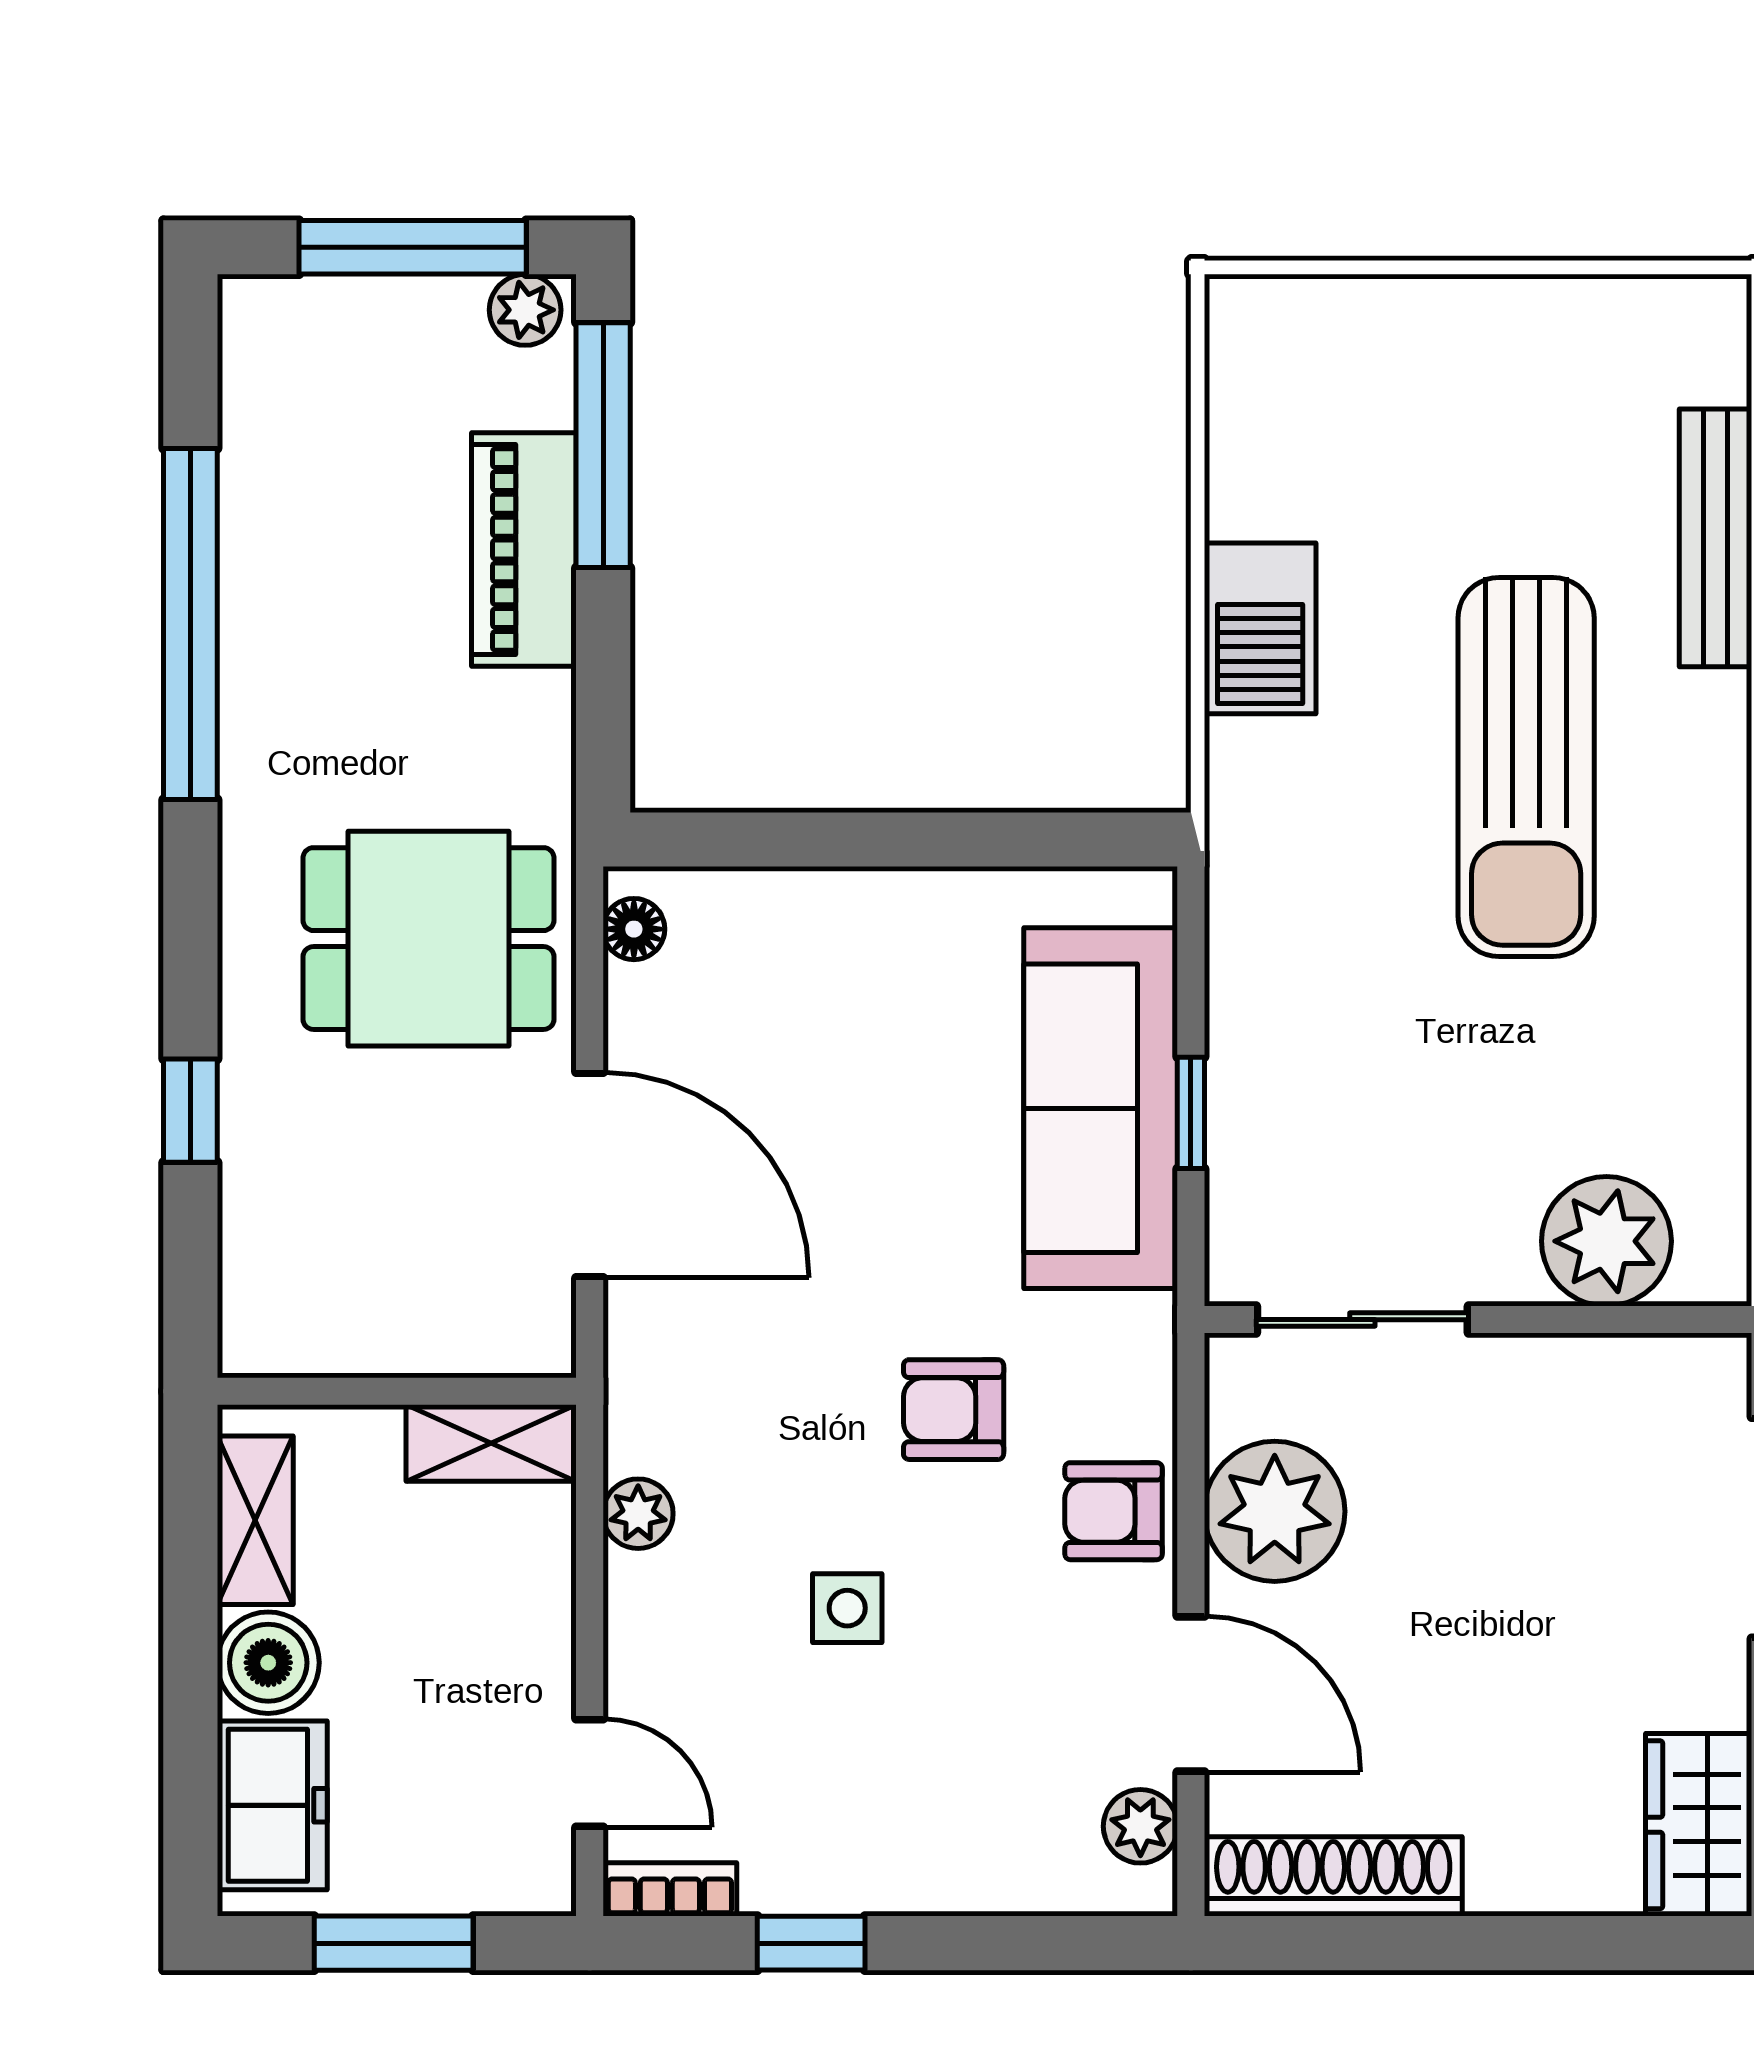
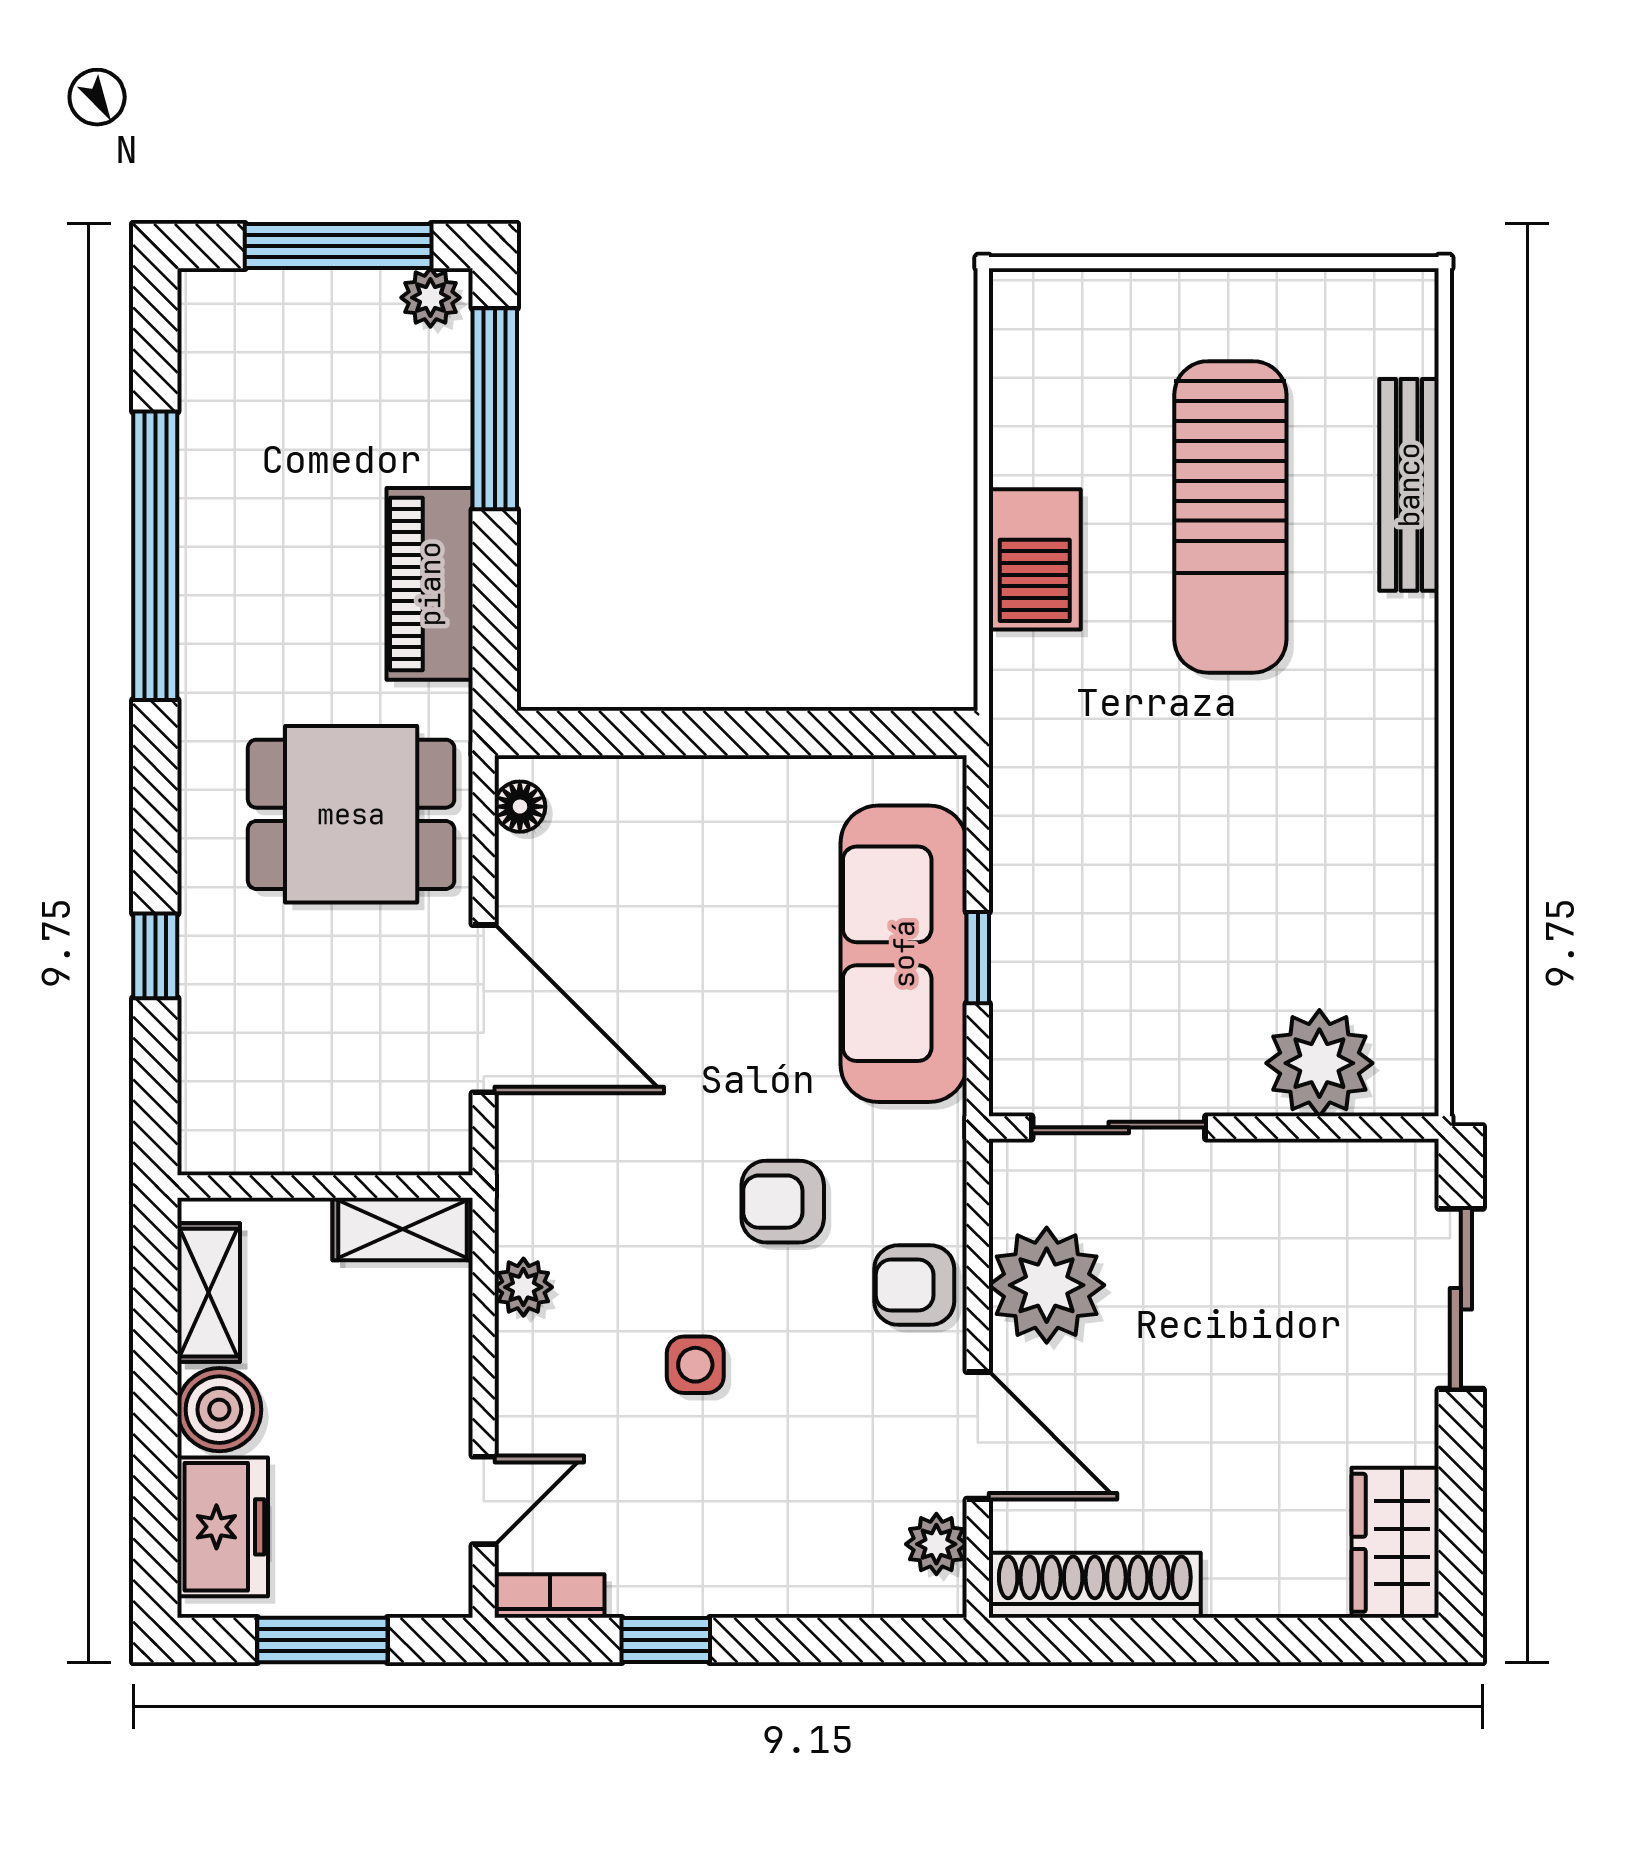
piano: (524, 550) -> (430, 584), moved
sun lounger: (1526, 767) -> (1230, 517), moved
door: (590, 1773) -> (484, 1500), hinge flipped

